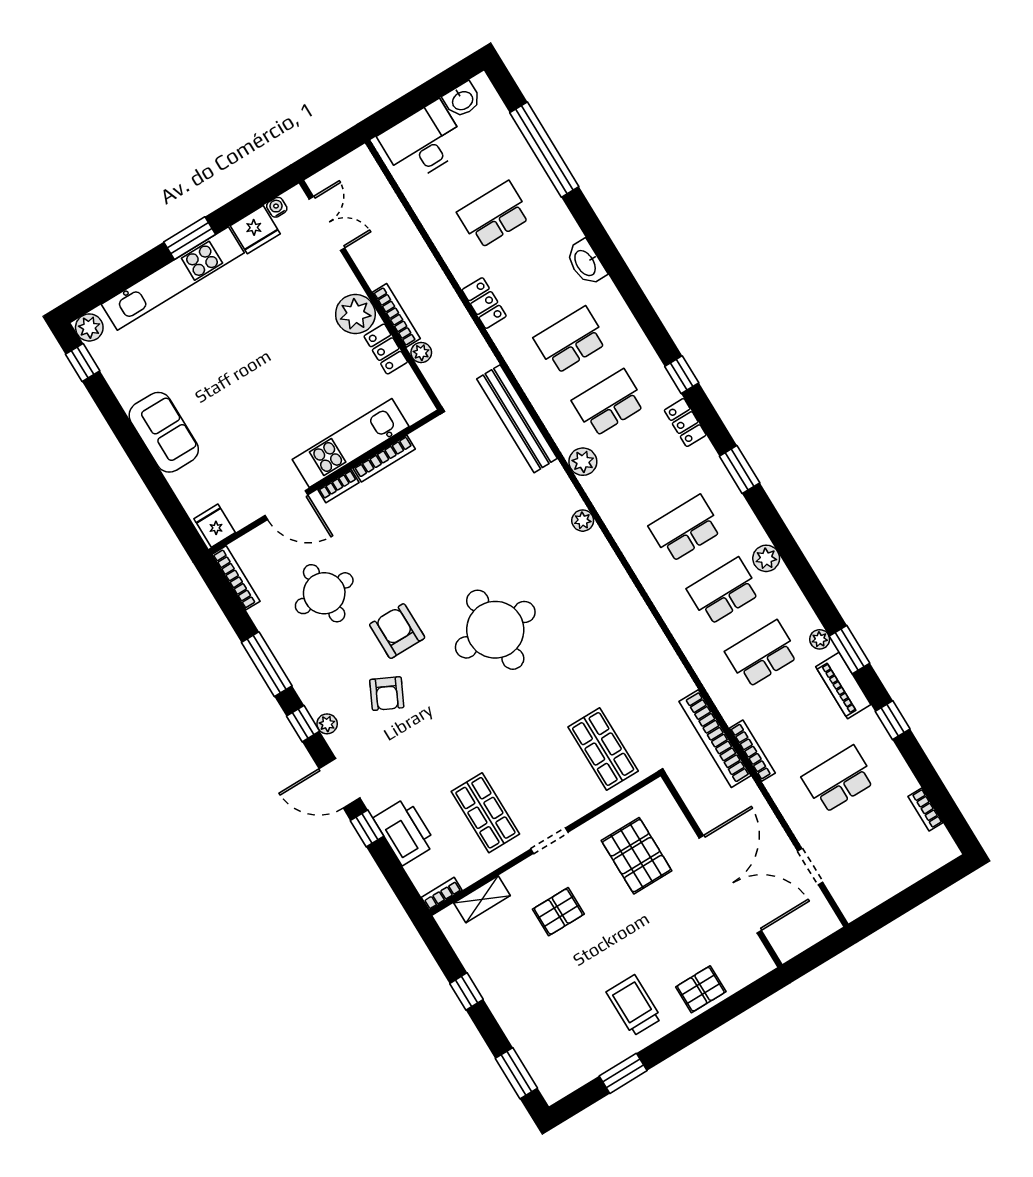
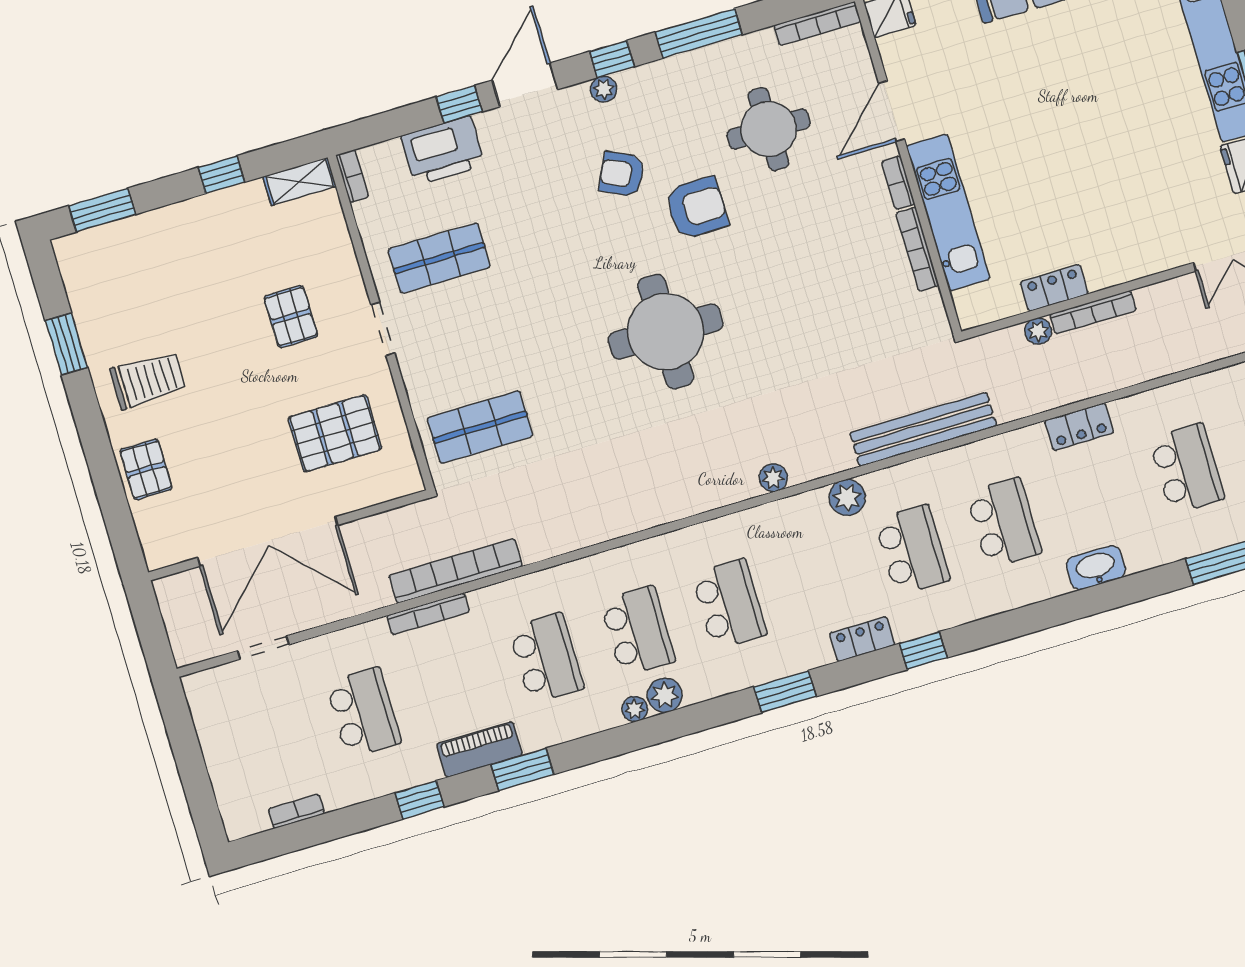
plant: (355, 314) -> (1108, 261), removed
plant: (820, 639) -> (635, 709), moved
shelving: (482, 899) -> (300, 181), moved, turned 90

